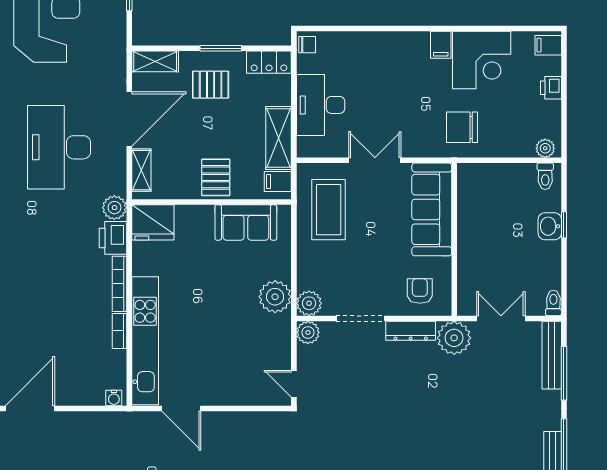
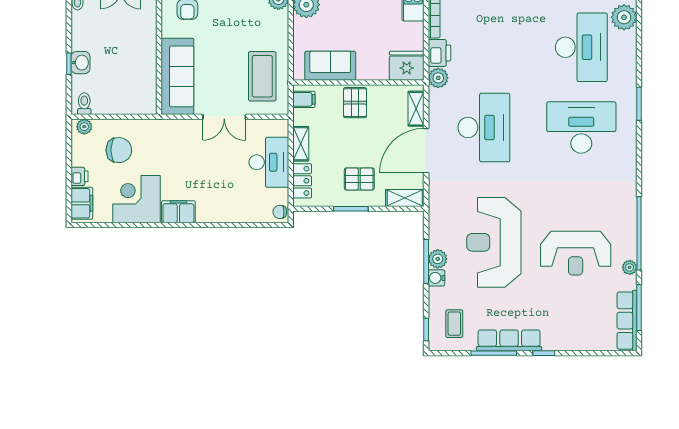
filing cabinet: (441, 45) -> (178, 212), width x2.00
filing cabinet: (548, 45) -> (82, 203), width x2.00
locker: (269, 62) -> (302, 181), moved, turned 90
chair: (462, 127) -> (119, 150), moved
shelving: (279, 138) -> (301, 144), width x0.67, depth x0.75

